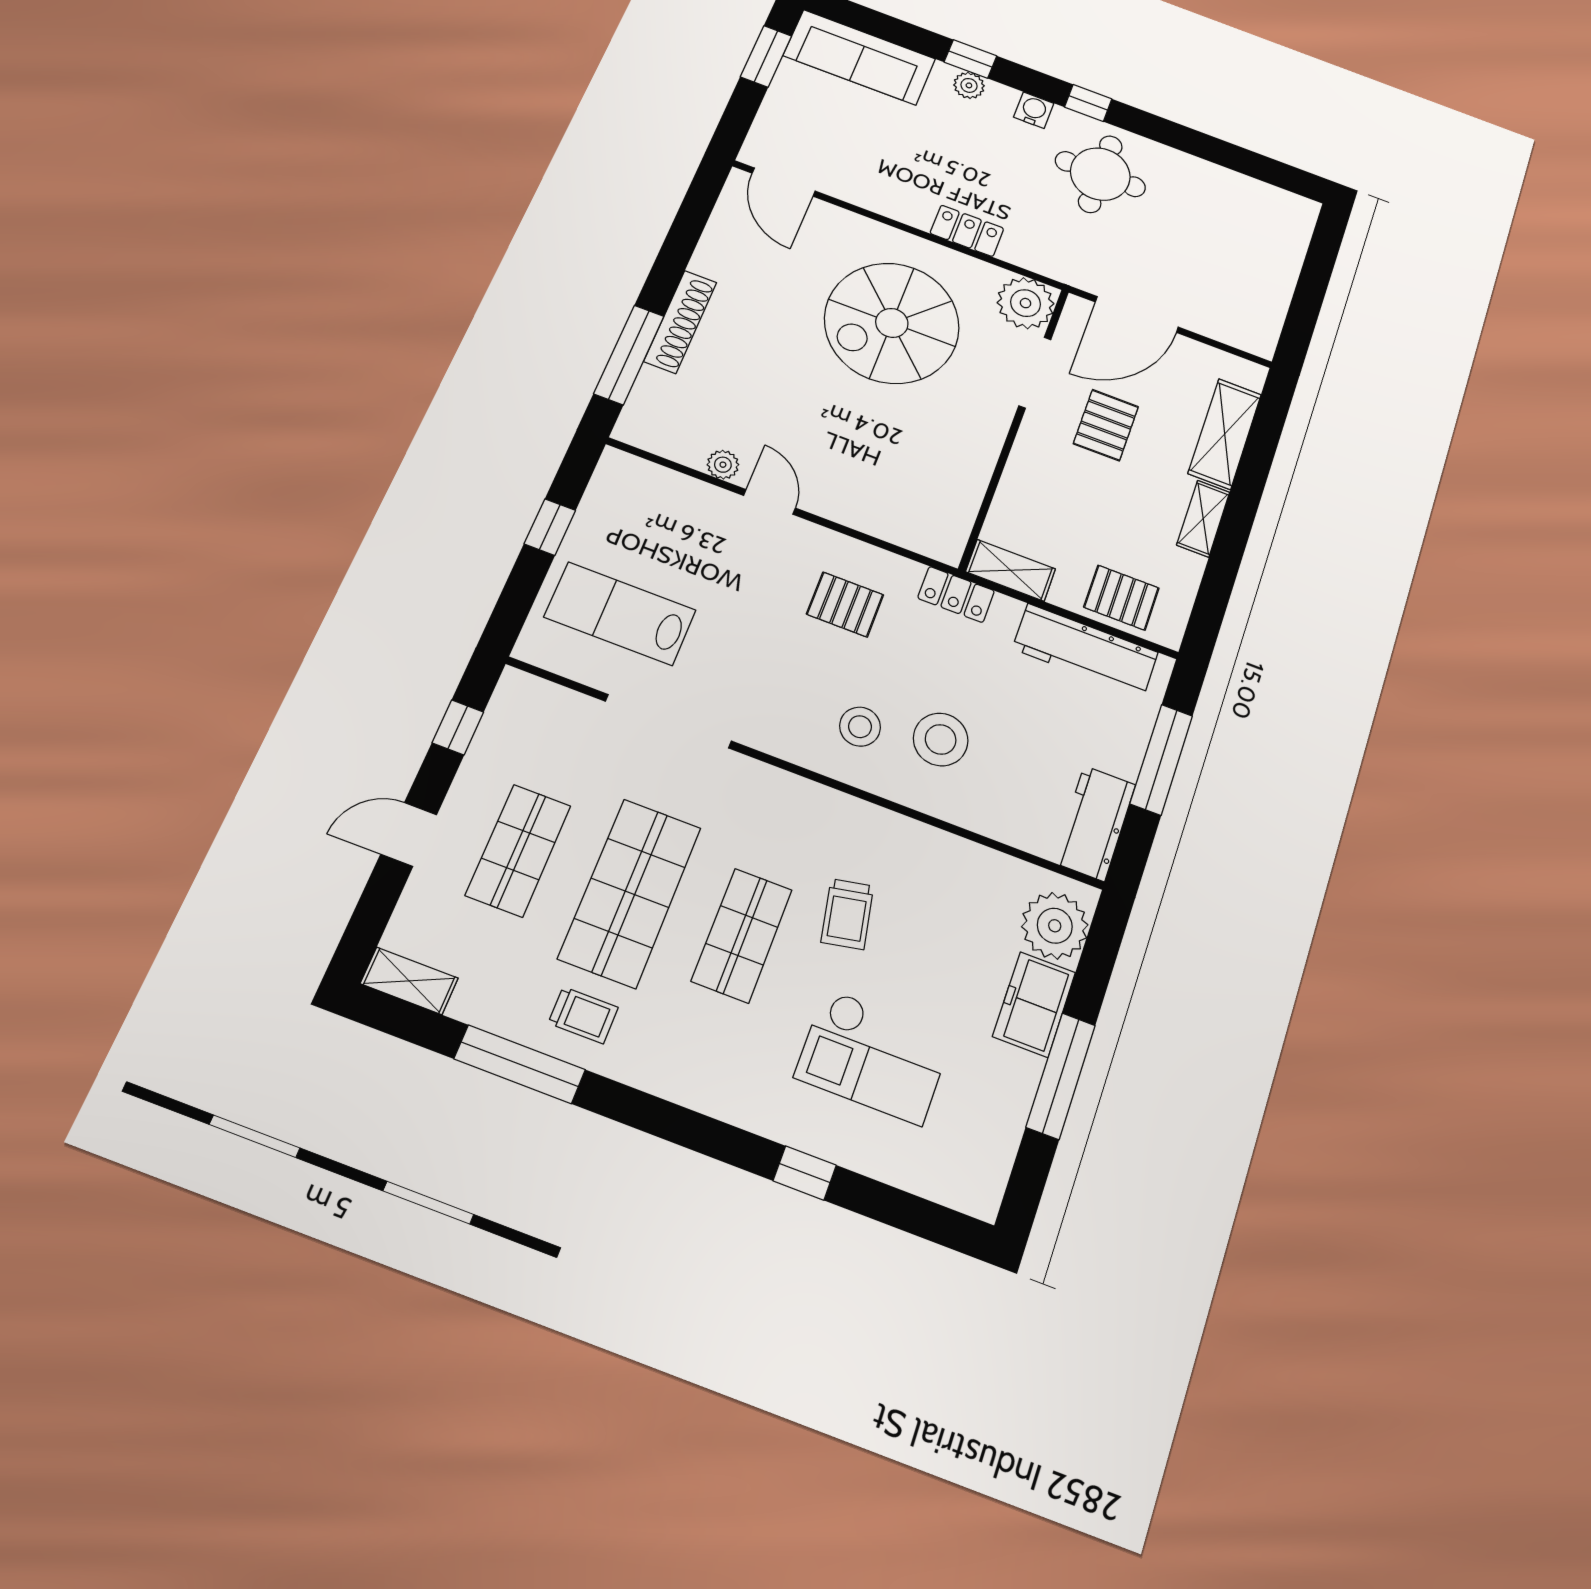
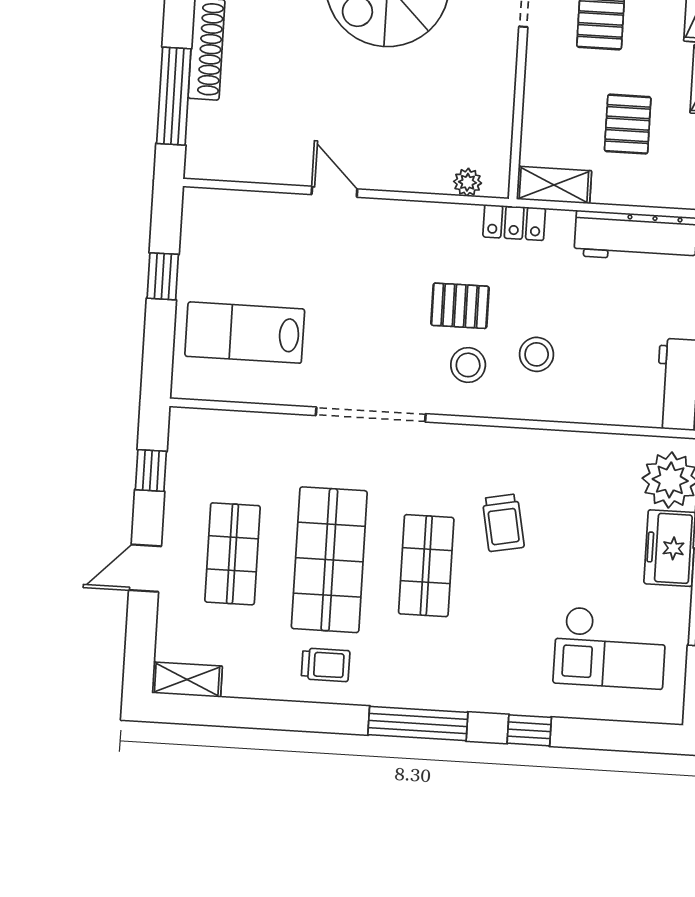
plant: (723, 465) -> (468, 182), moved
pallet: (1121, 598) -> (628, 124), moved, turned 90
pallet: (845, 604) -> (460, 306), moved
doorway: (668, 721) -> (371, 415), moved
stool: (941, 739) -> (537, 354), width x0.73, depth x0.73
checkout: (874, 1056) -> (610, 648), moved
window: (520, 1064) -> (418, 724), moved

